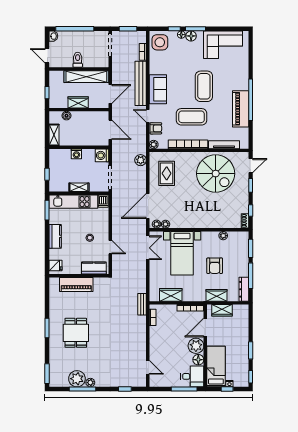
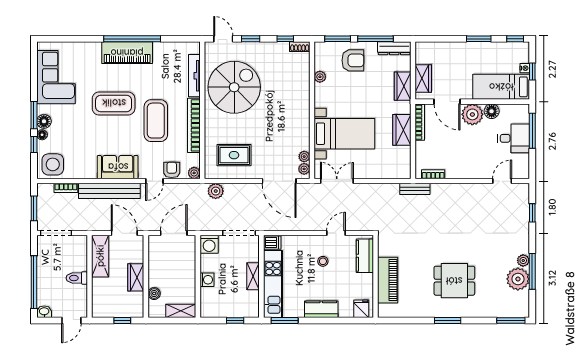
shelving: (86, 77) -> (100, 256), width x0.68
piano: (241, 109) -> (127, 53), moved
armchair: (215, 266) -> (353, 60), moved
wardrobe: (171, 295) -> (402, 130), moved
desk: (192, 376) -> (514, 138), moved, turned 90

